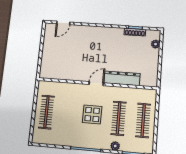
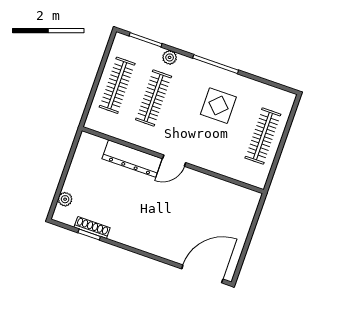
door: (63, 23) -> (202, 274), width x1.87
display table: (92, 115) -> (218, 106), moved

